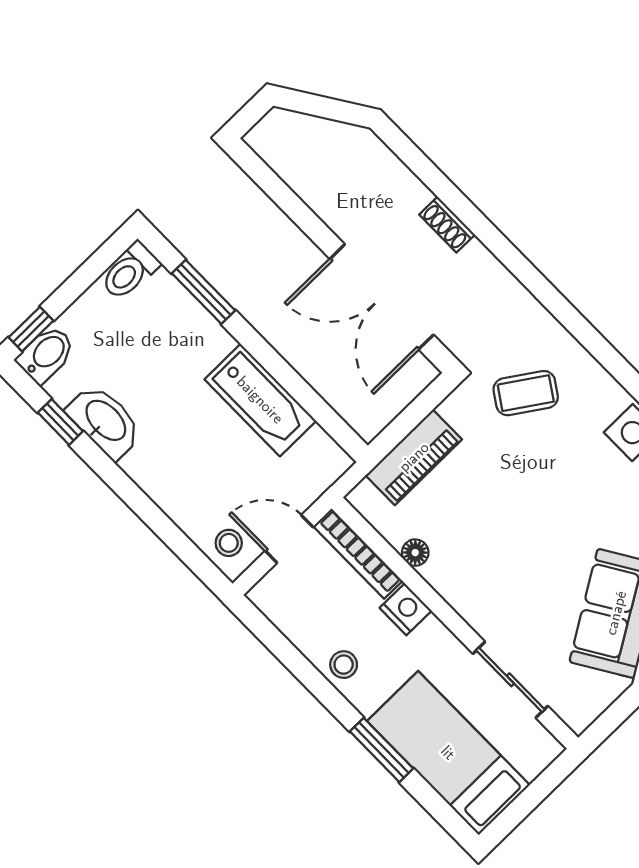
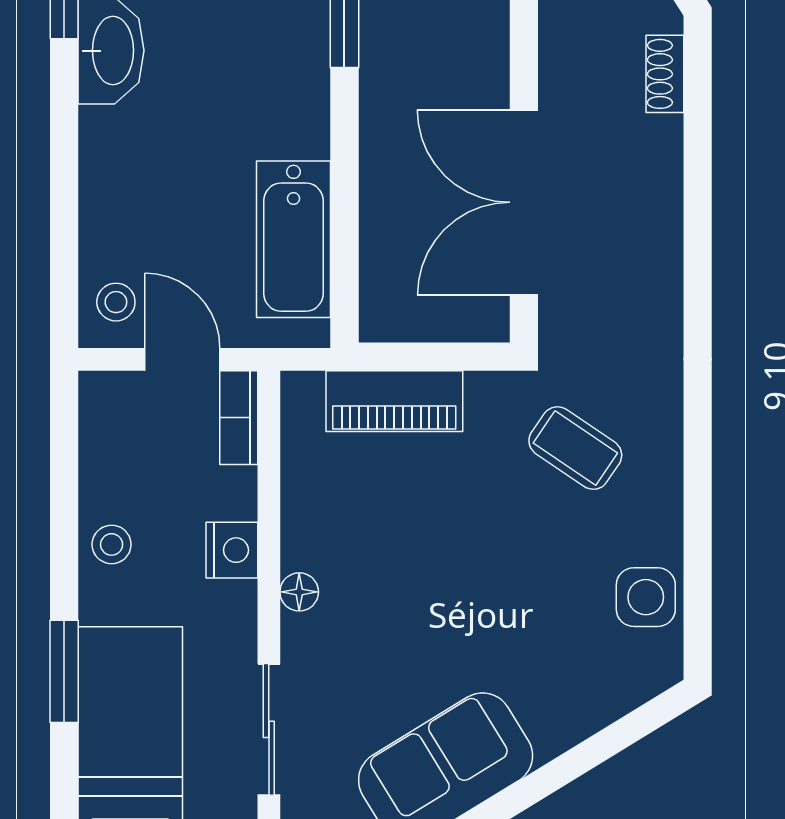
shoe rack: (447, 225) -> (665, 74), moved
bathtub: (260, 400) -> (294, 239), moved
floor lamp: (415, 553) -> (299, 592), moved
bookcase: (358, 554) -> (239, 418), width x0.64

